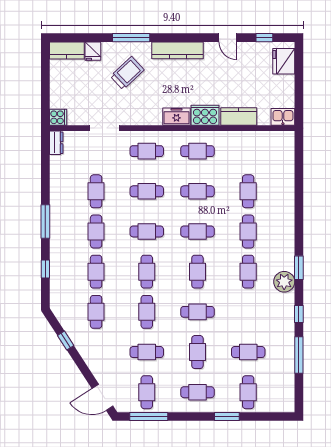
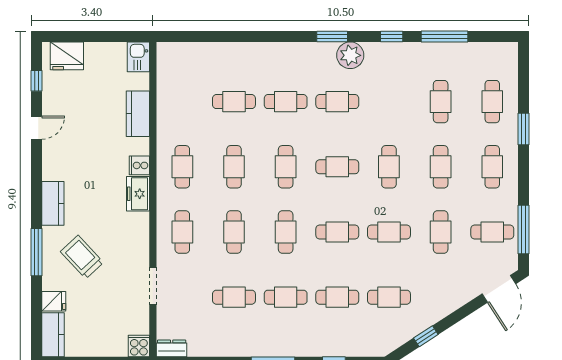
kitchen counter: (178, 50) -> (53, 203), width x0.67
cooker: (205, 115) -> (139, 165), width x0.53, depth x0.76
cafe table: (197, 352) -> (441, 167), turned 90
cafe table: (248, 392) -> (492, 102), turned 90

